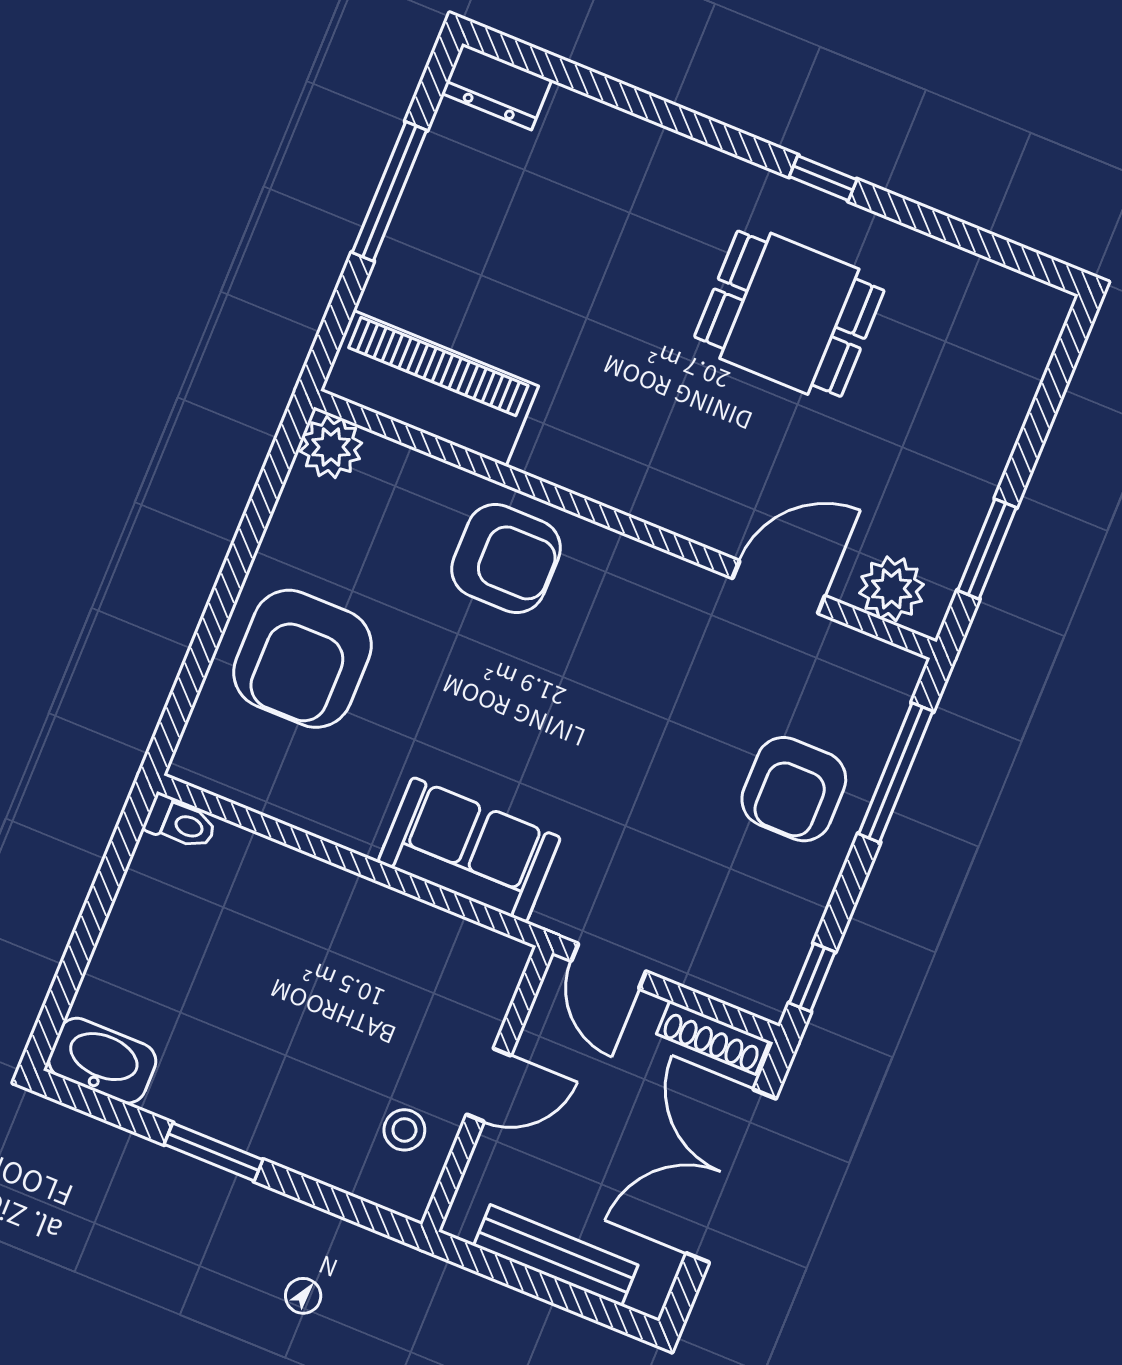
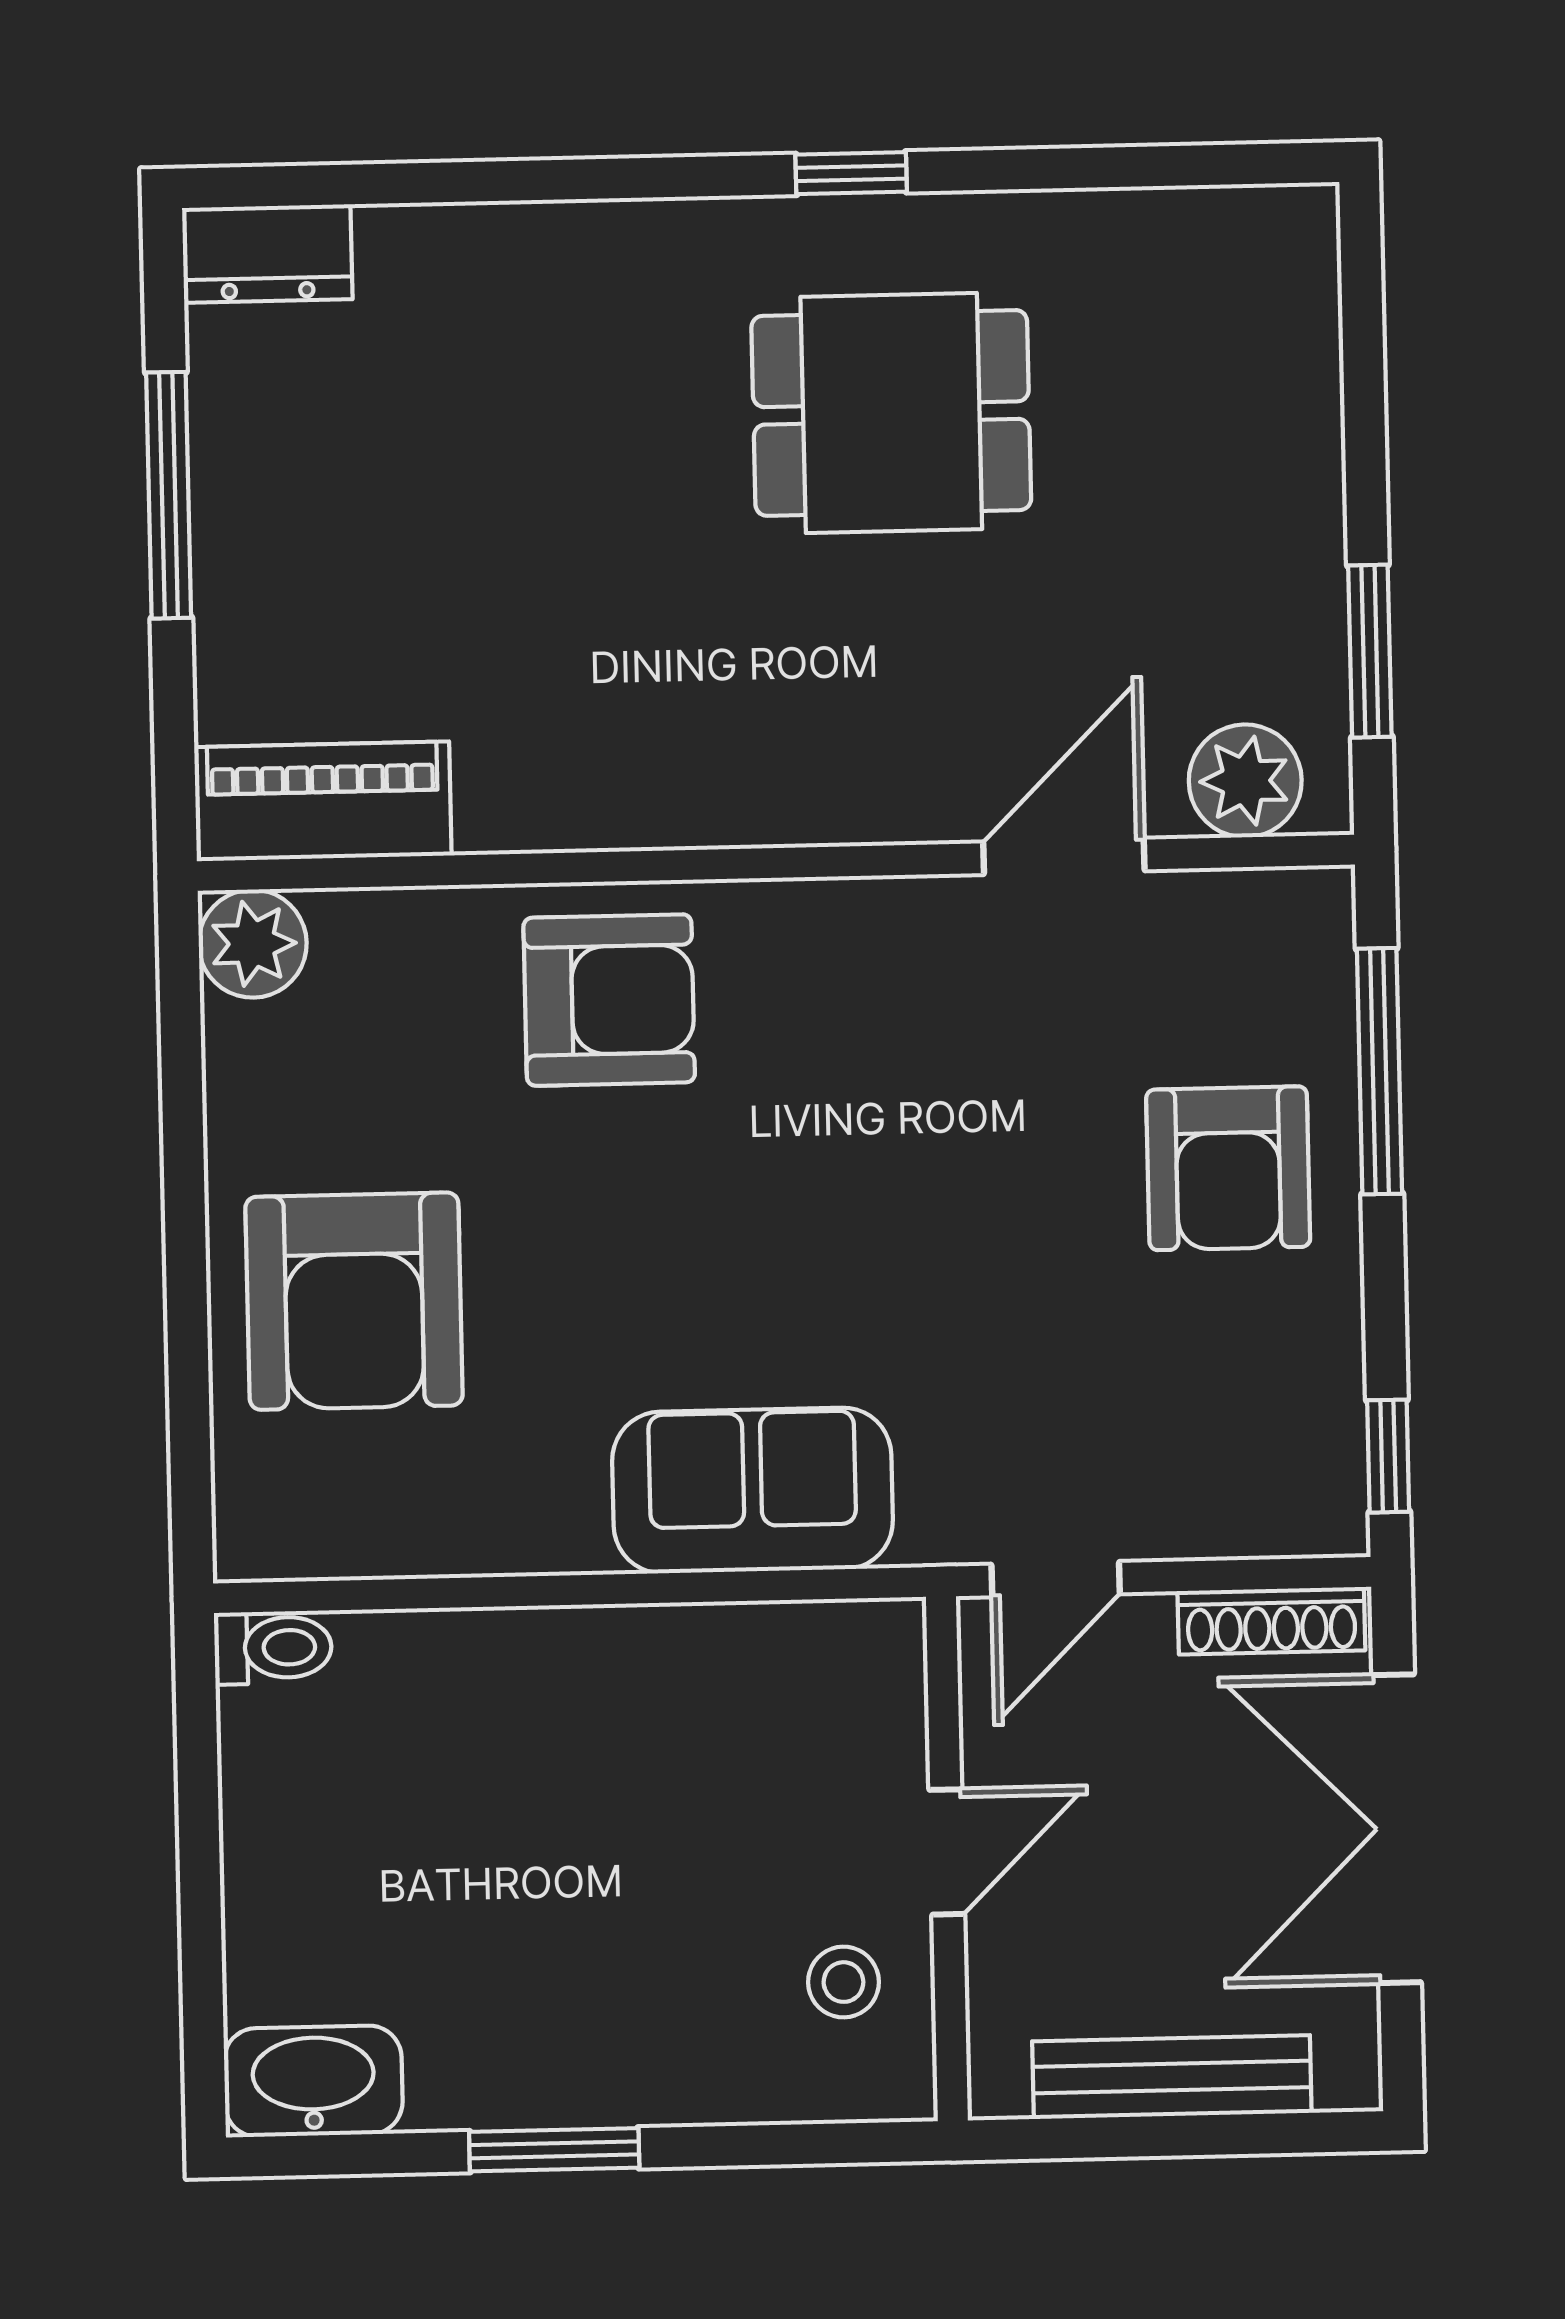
piano: (430, 388) -> (323, 801), width x0.73, depth x0.75
door: (609, 966) -> (1056, 1579), hinge flipped

